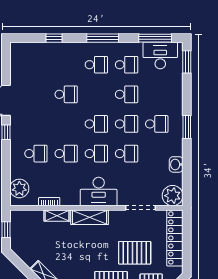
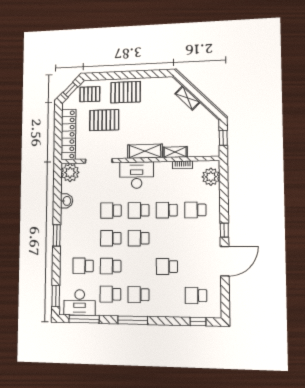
window: (54, 38) -> (198, 322), moved
school desk: (36, 65) -> (196, 295), added
school desk: (157, 124) -> (83, 266), moved

